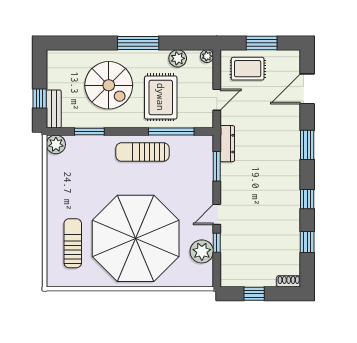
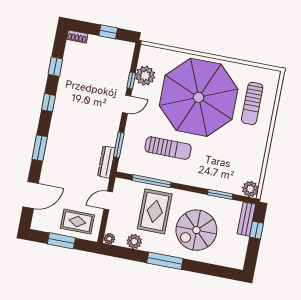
spiral stairs: (109, 85) -> (196, 230), turned -90
sun lounger: (143, 152) -> (168, 148), moved

